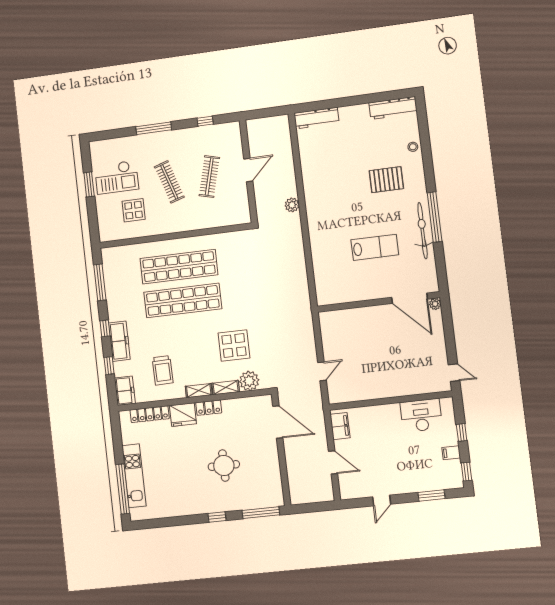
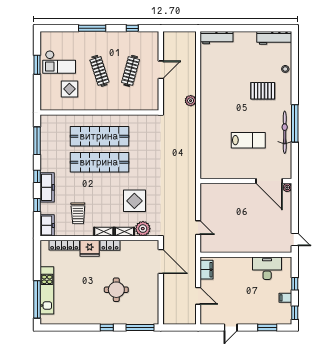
door: (322, 371) -> (198, 228), hinge flipped

